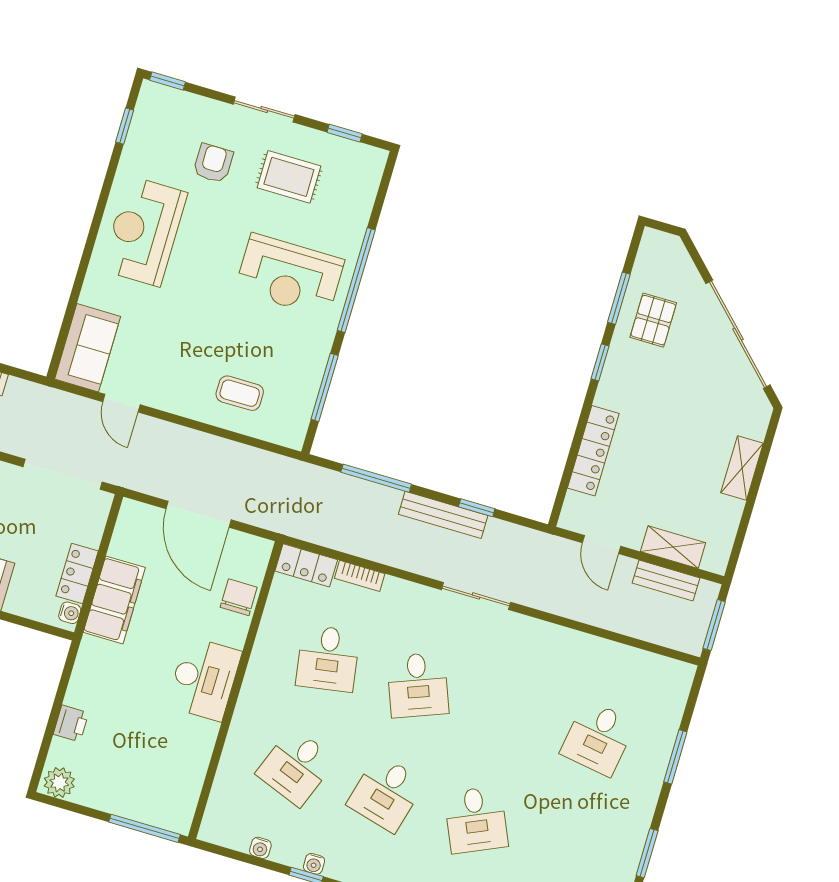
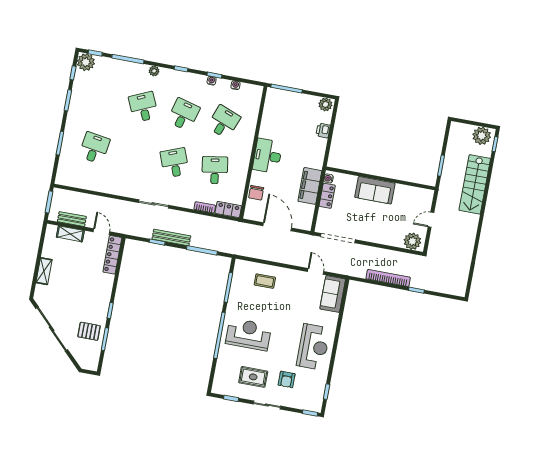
pallet: (653, 320) -> (89, 331), turned 90
locker: (593, 451) -> (112, 255), moved

